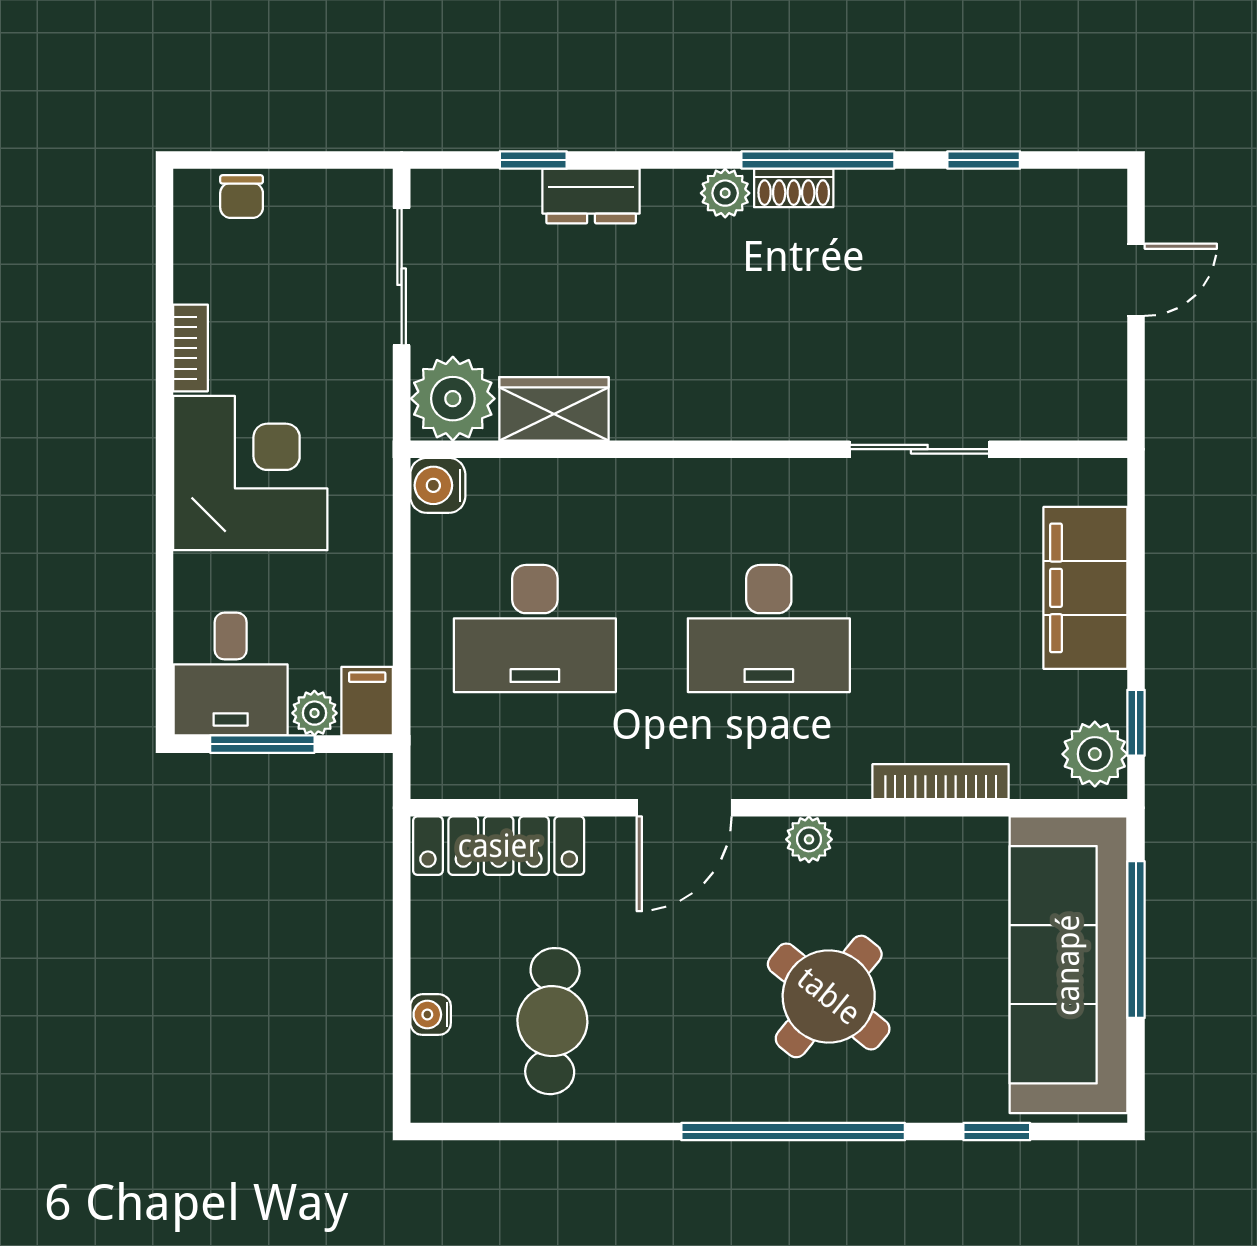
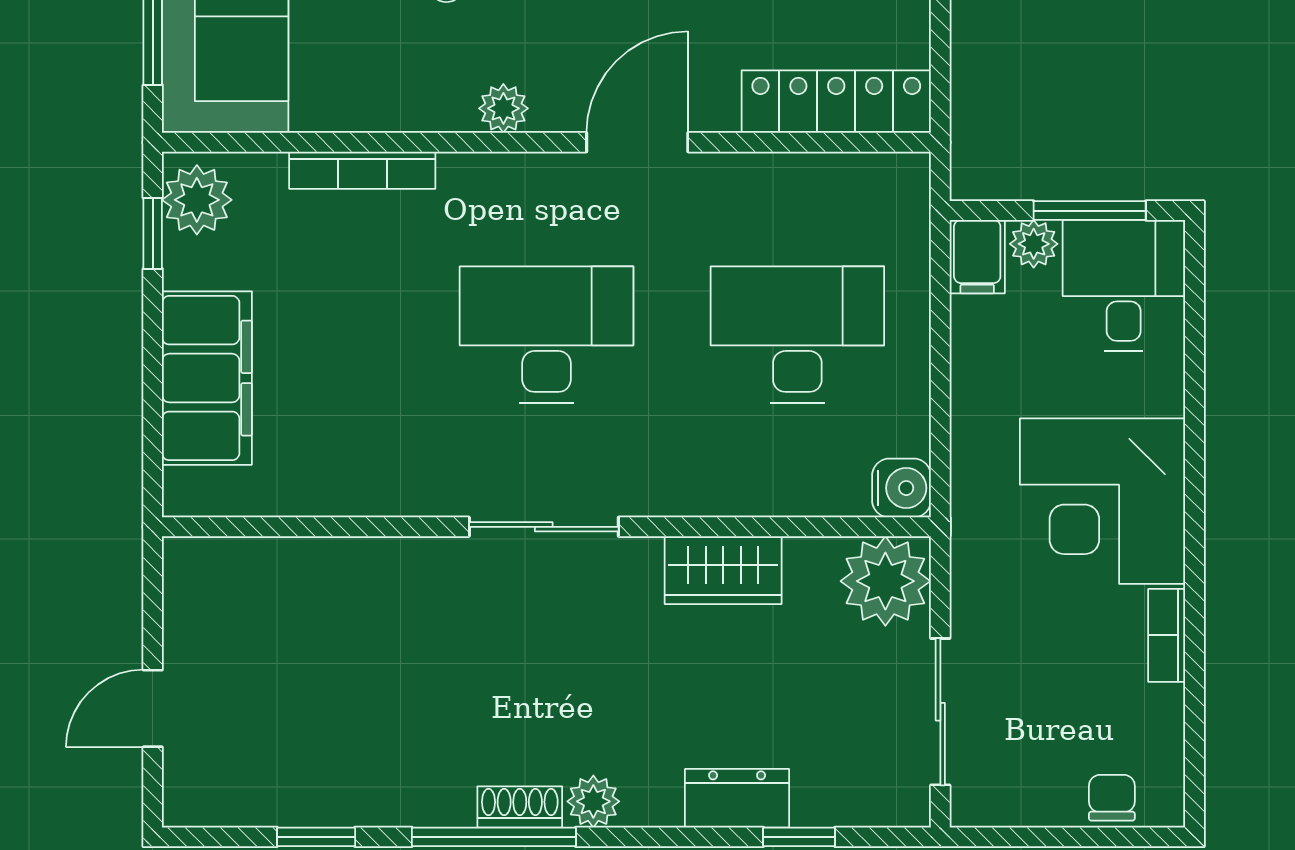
wardrobe: (554, 409) -> (723, 570), moved
sliding door: (919, 449) -> (544, 527), moved

